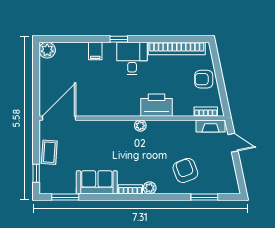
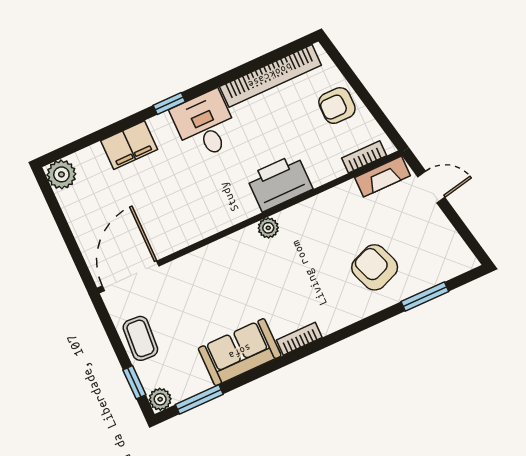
filing cabinet: (95, 51) -> (129, 145), width x2.00
plant: (150, 188) -> (160, 399), moved

